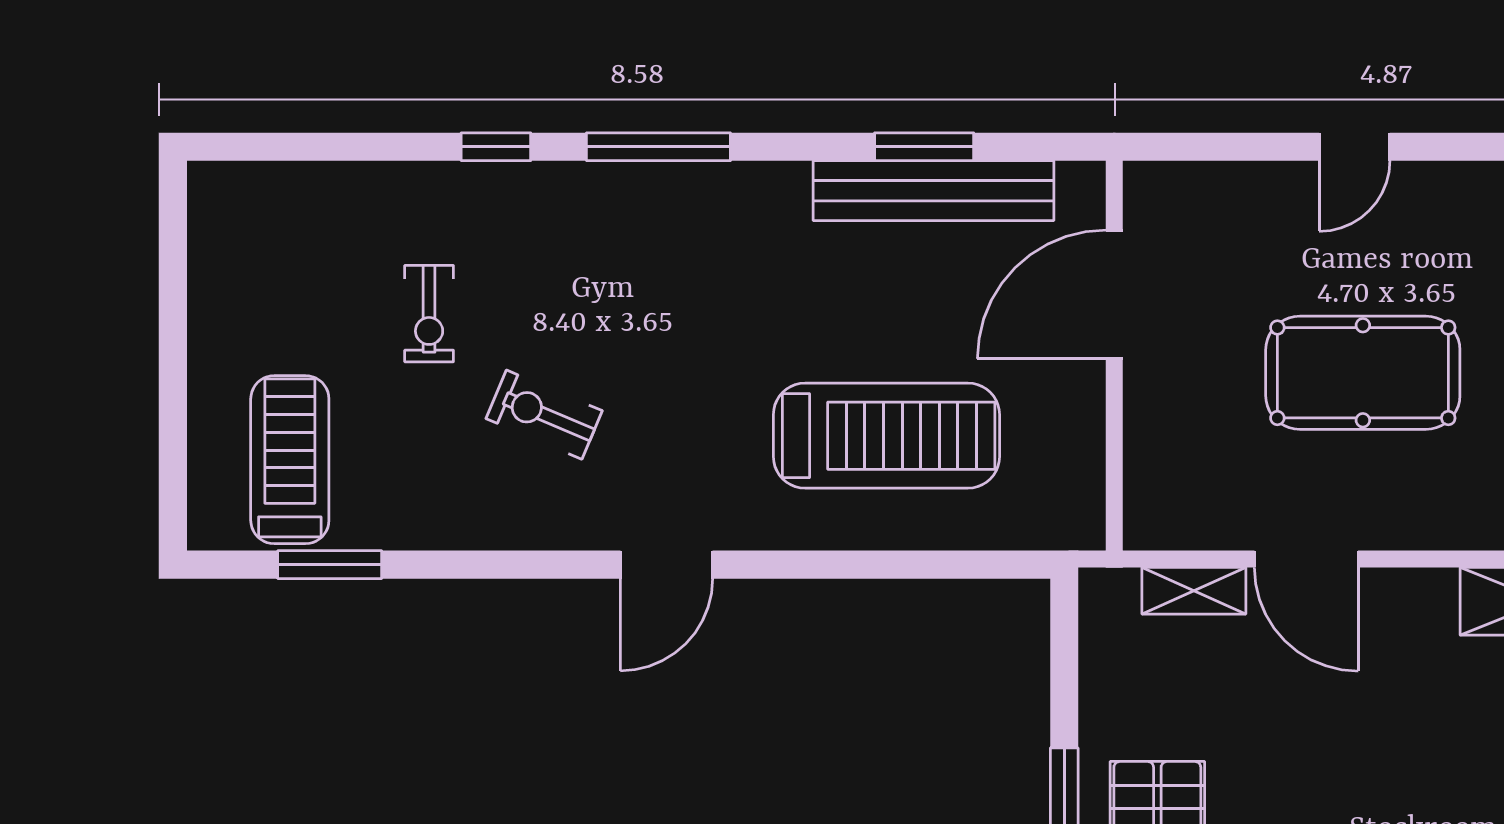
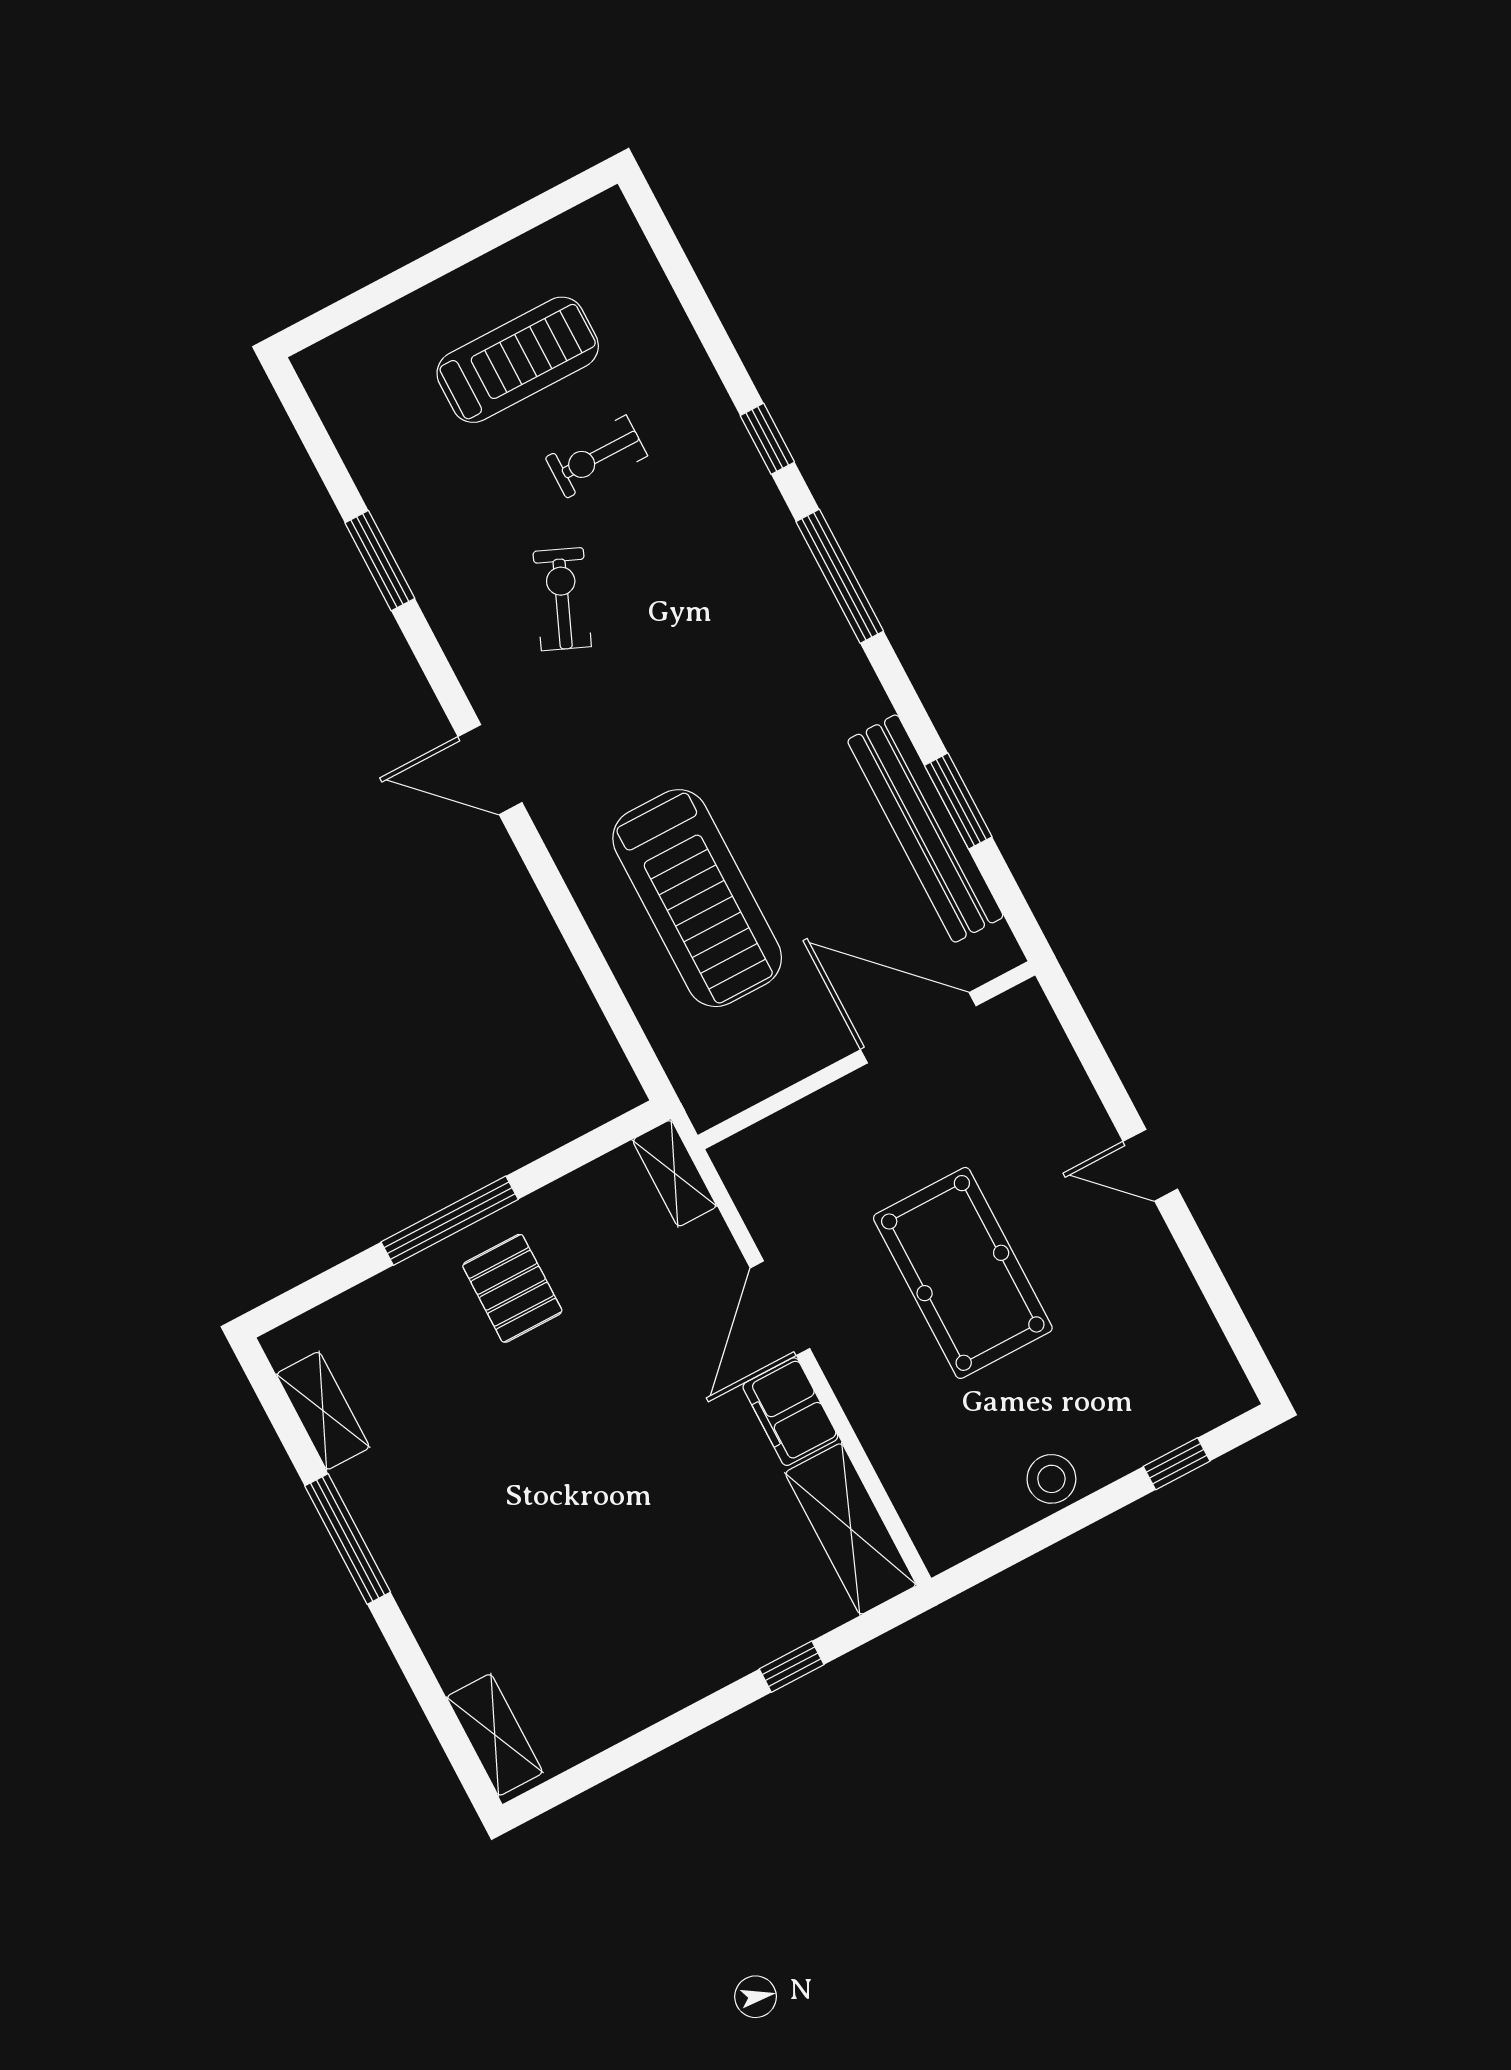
treadmill: (290, 460) -> (518, 360), moved
window: (330, 565) -> (380, 561), moved
shelving: (1194, 591) -> (675, 1173), moved
filing cabinet: (1407, 600) -> (790, 1412), added

